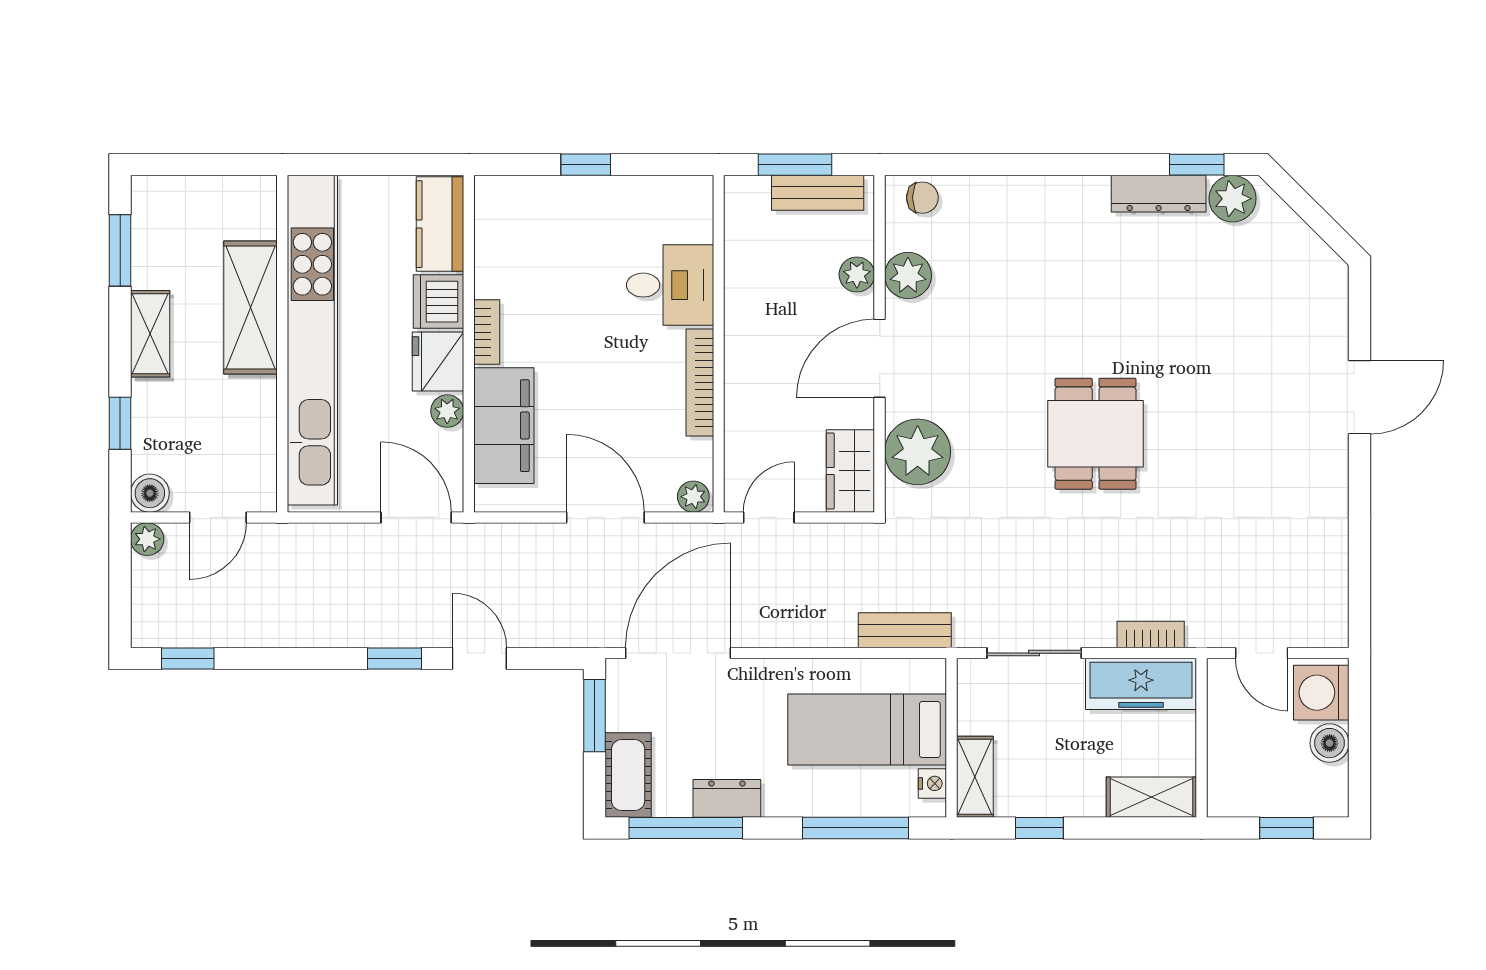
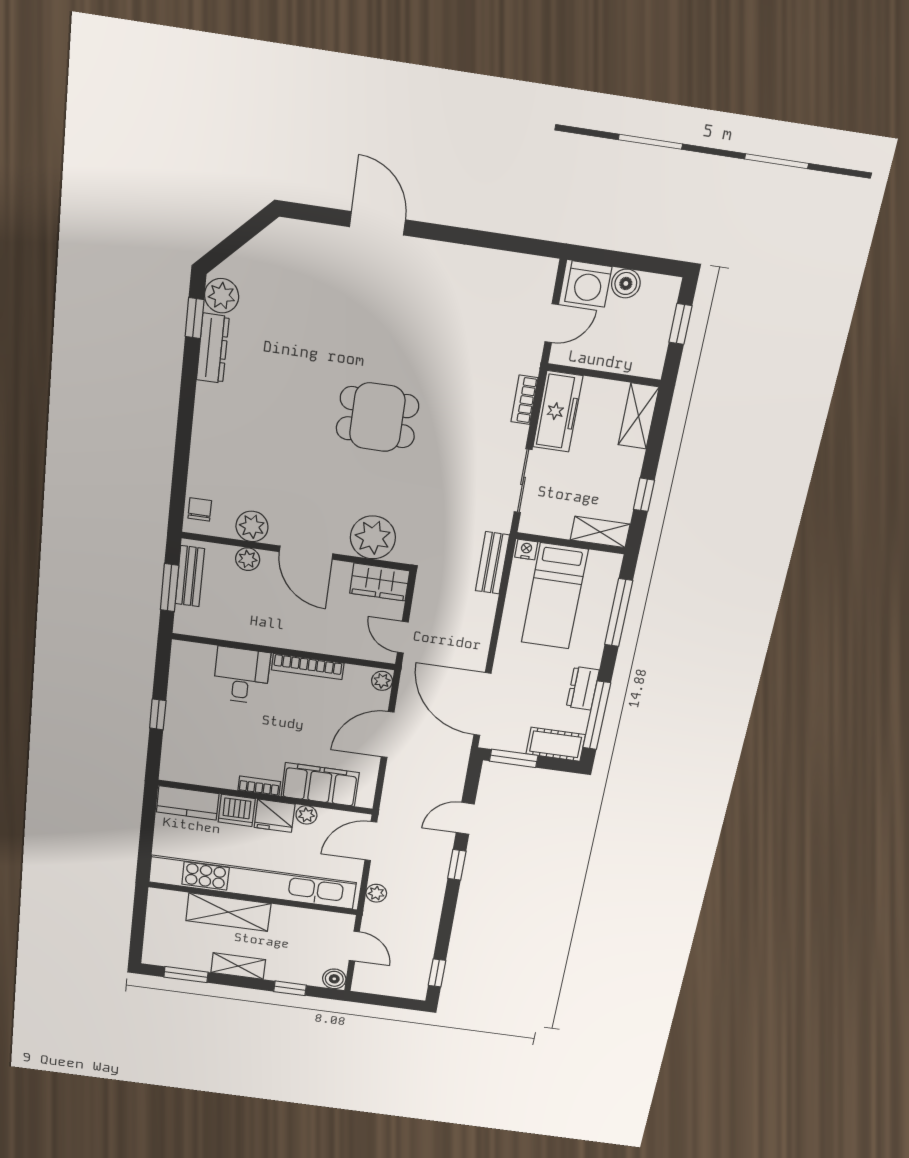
plant: (147, 539) -> (376, 893), moved
nightstand: (932, 783) -> (526, 550), moved

